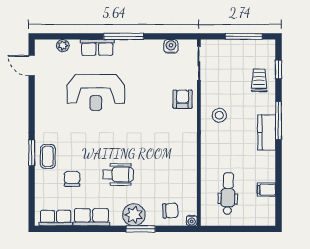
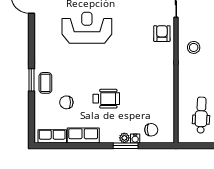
reception desk: (96, 93) -> (87, 28), turned 180
chair: (72, 179) -> (66, 102), turned -90
plant: (134, 215) -> (124, 138), width x0.53, depth x0.53
water cooler: (192, 221) -> (135, 138), moved

